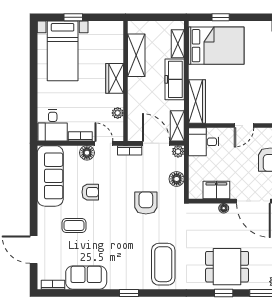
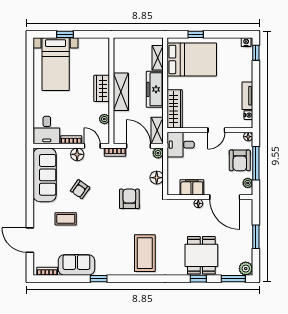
shelving: (136, 55) -> (121, 92), moved
armchair: (90, 192) -> (80, 189), turned 125
dining table: (227, 267) -> (201, 255), turned 90
window: (129, 293) -> (99, 279), moved

